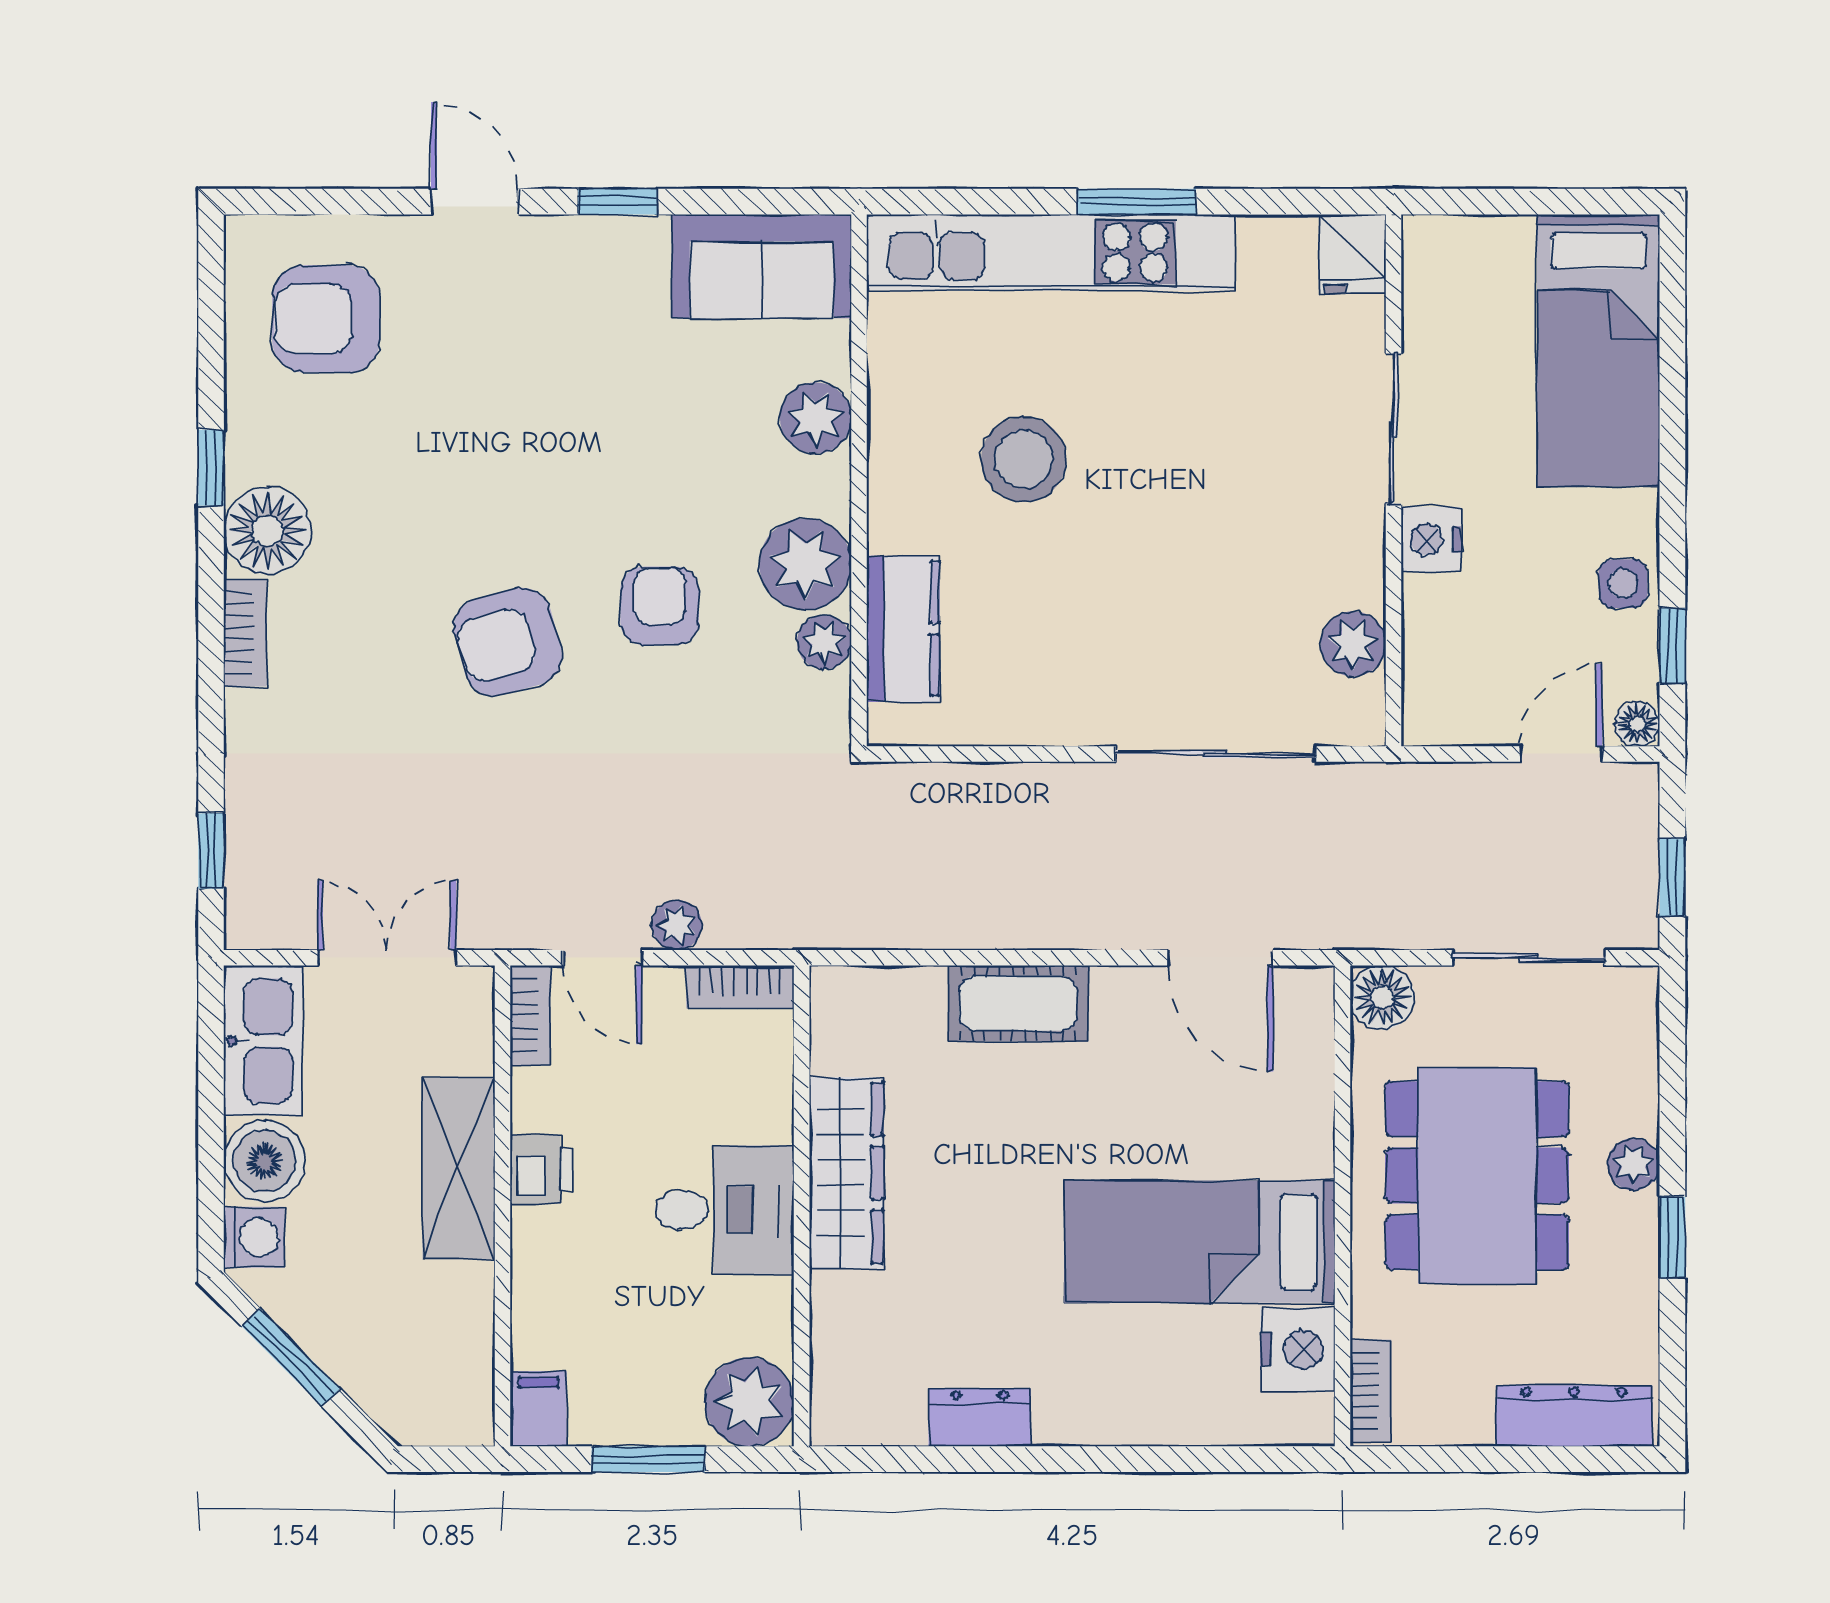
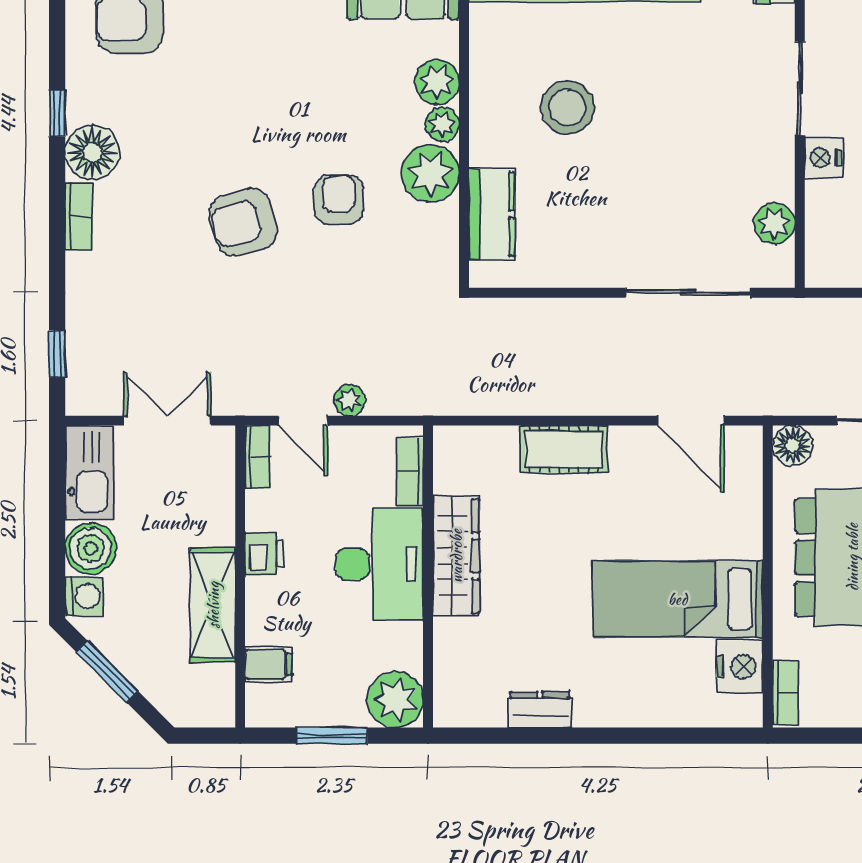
plant: (824, 642) -> (442, 124), moved
bookcase: (740, 987) -> (410, 471), moved, turned 90
shelving: (459, 1169) -> (213, 605), moved
desk: (724, 1210) -> (380, 564), width x1.37
filing cabinet: (538, 1409) -> (269, 664), moved, turned 90

